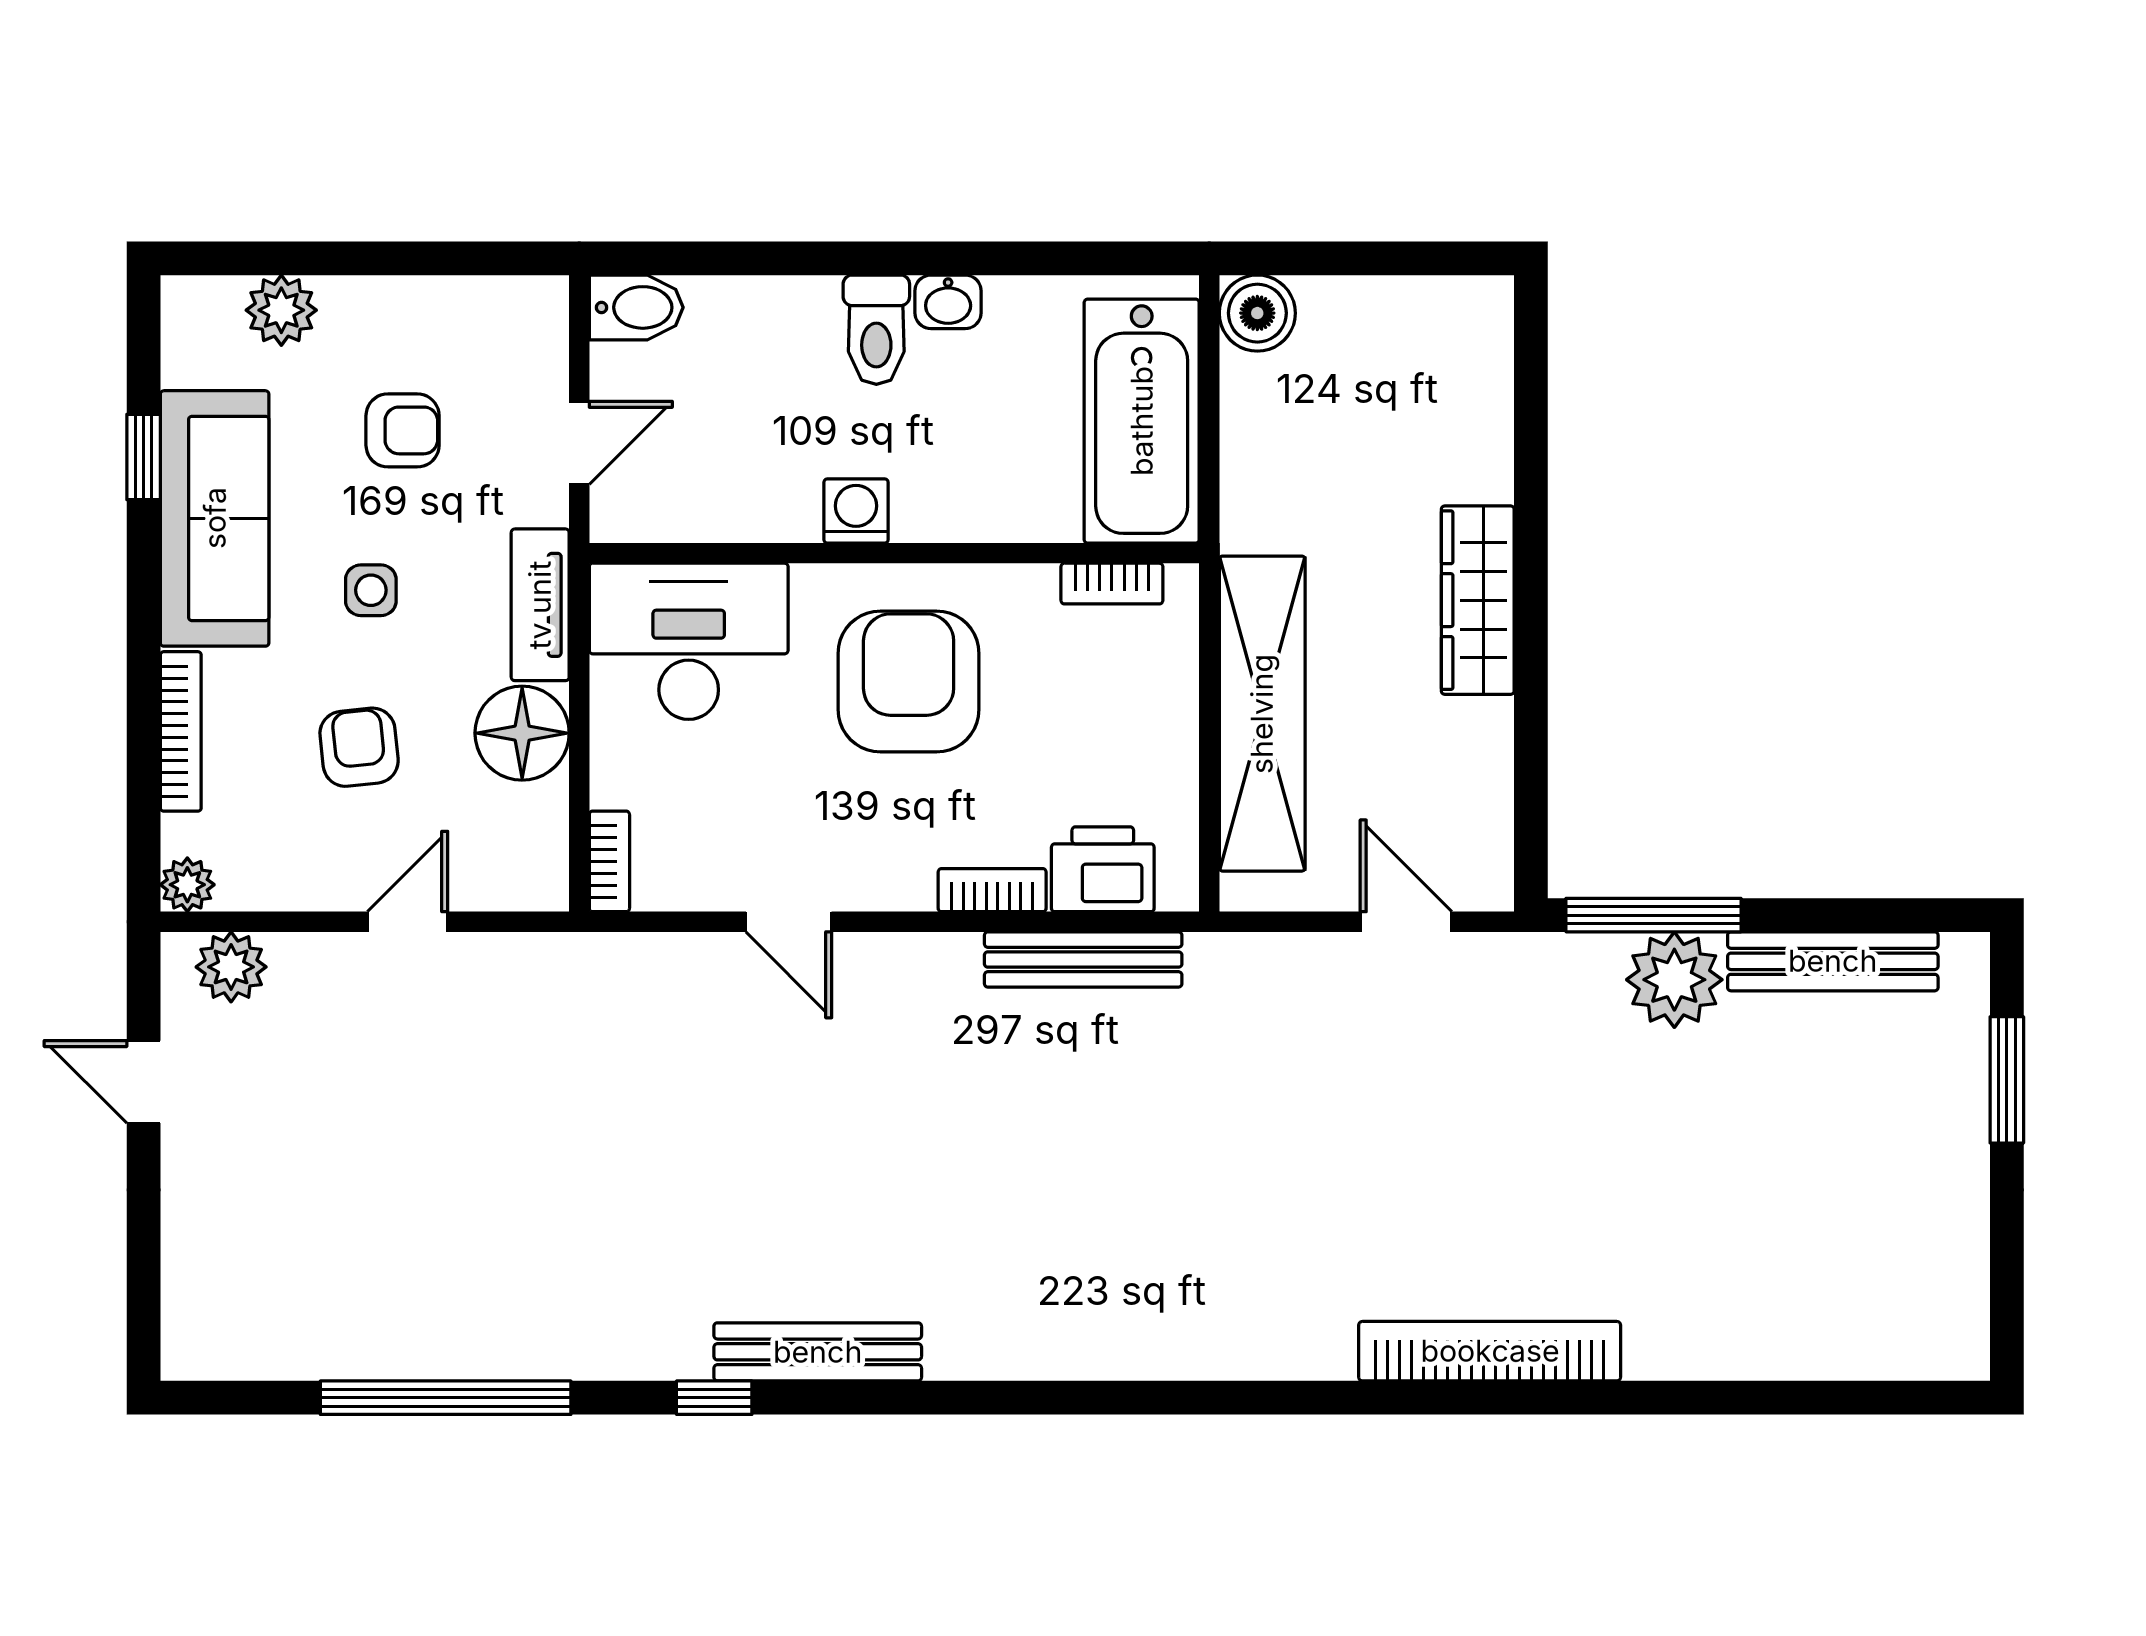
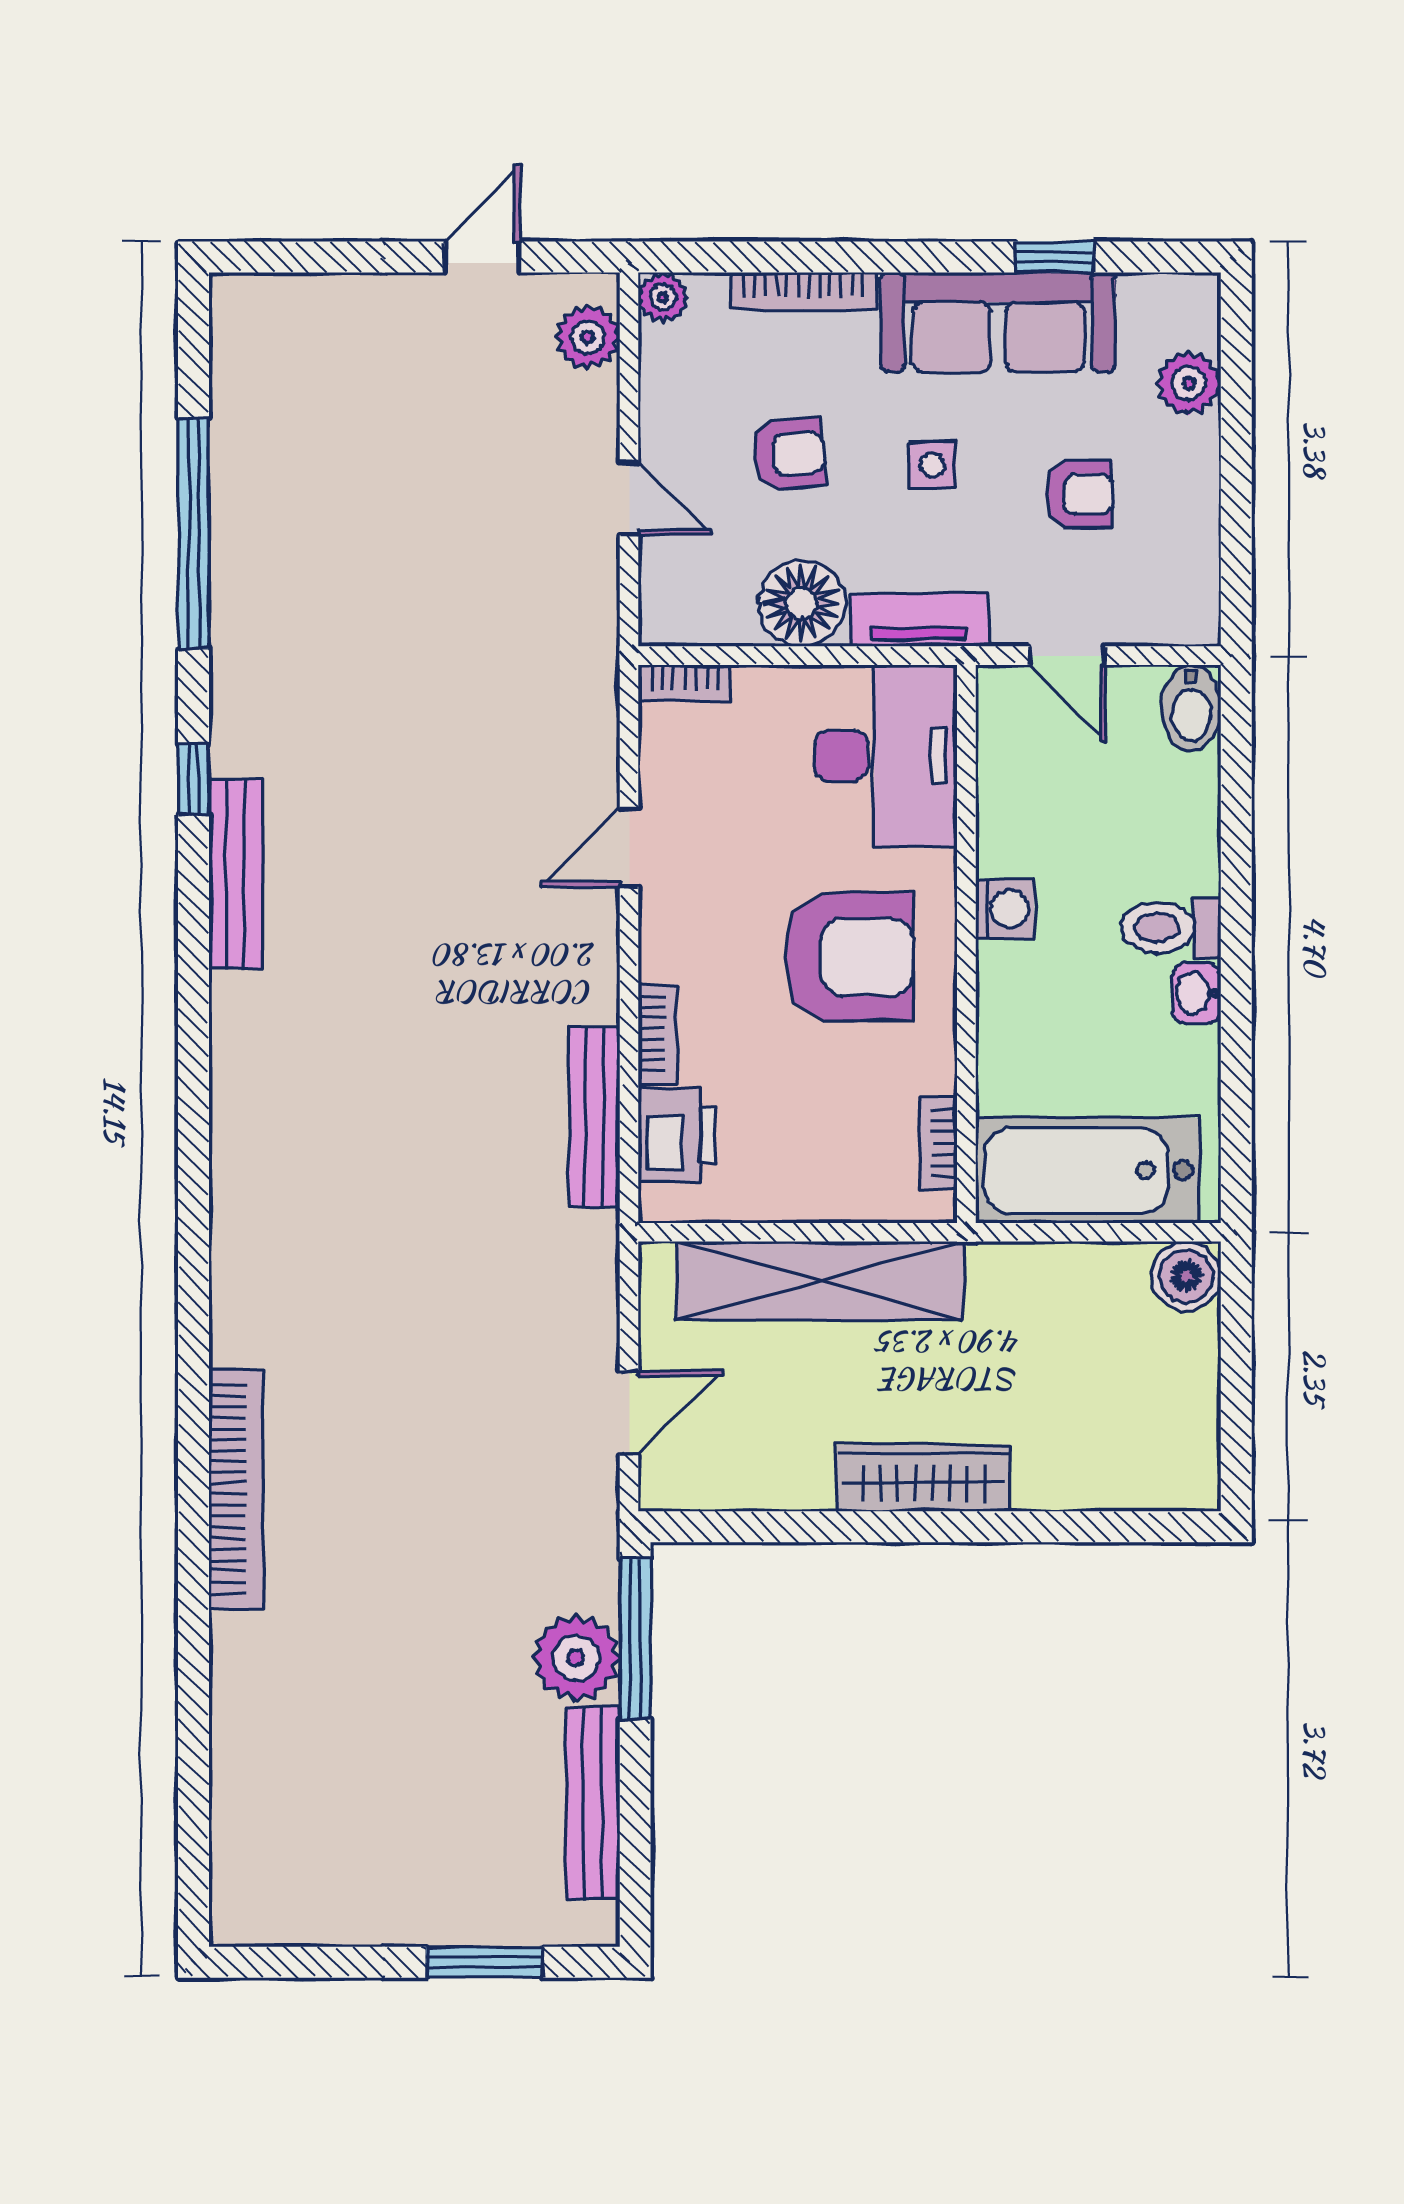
armchair: (403, 430) -> (1079, 494), turned -90

